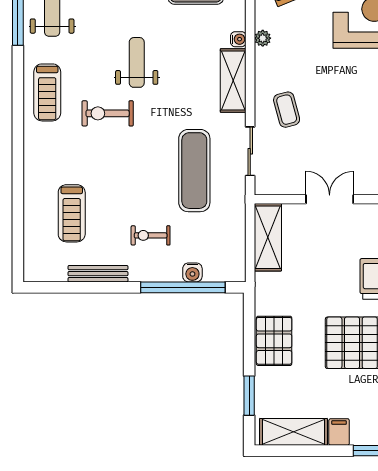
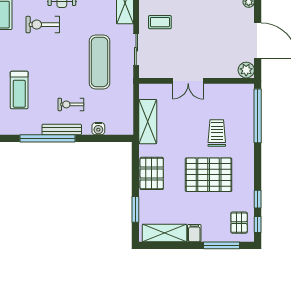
coffee table: (287, 110) -> (160, 22), turned -75
double door: (330, 199) -> (188, 81), swing flipped
shelving: (268, 237) -> (148, 122), moved
bench: (98, 274) -> (62, 129), moved
window: (183, 287) -> (47, 138), moved

